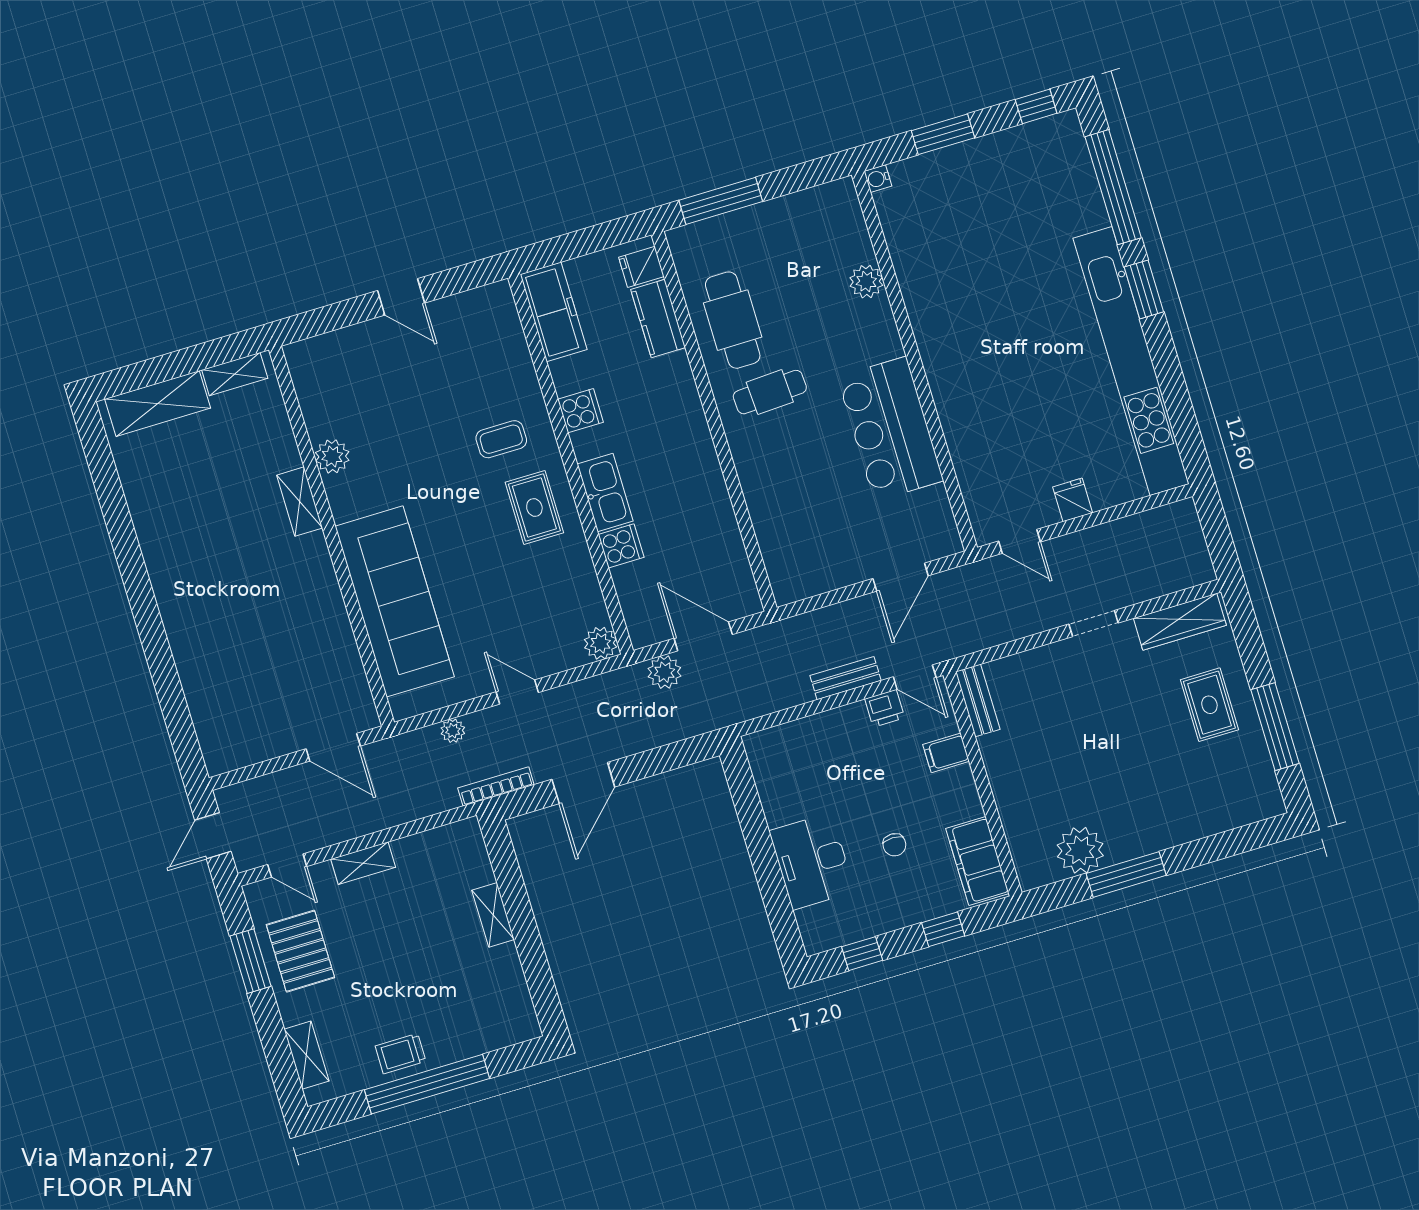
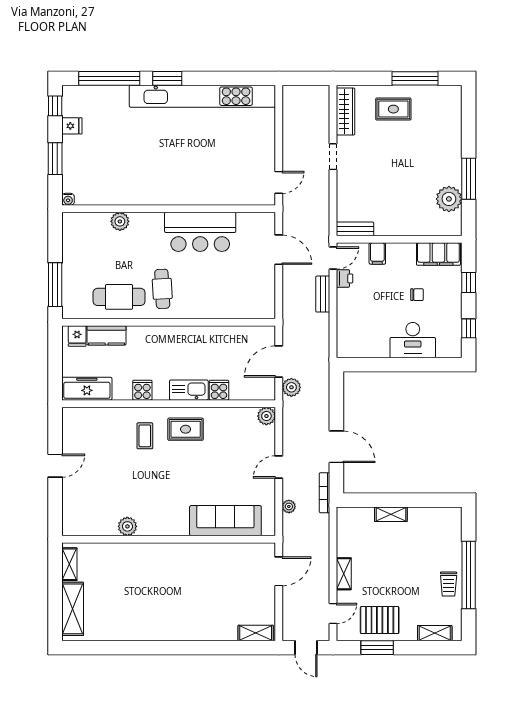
fridge: (1073, 500) -> (72, 126), moved, turned 180
shelving: (300, 502) -> (256, 633), moved
sofa: (395, 601) -> (225, 521), width x0.74, depth x0.79

